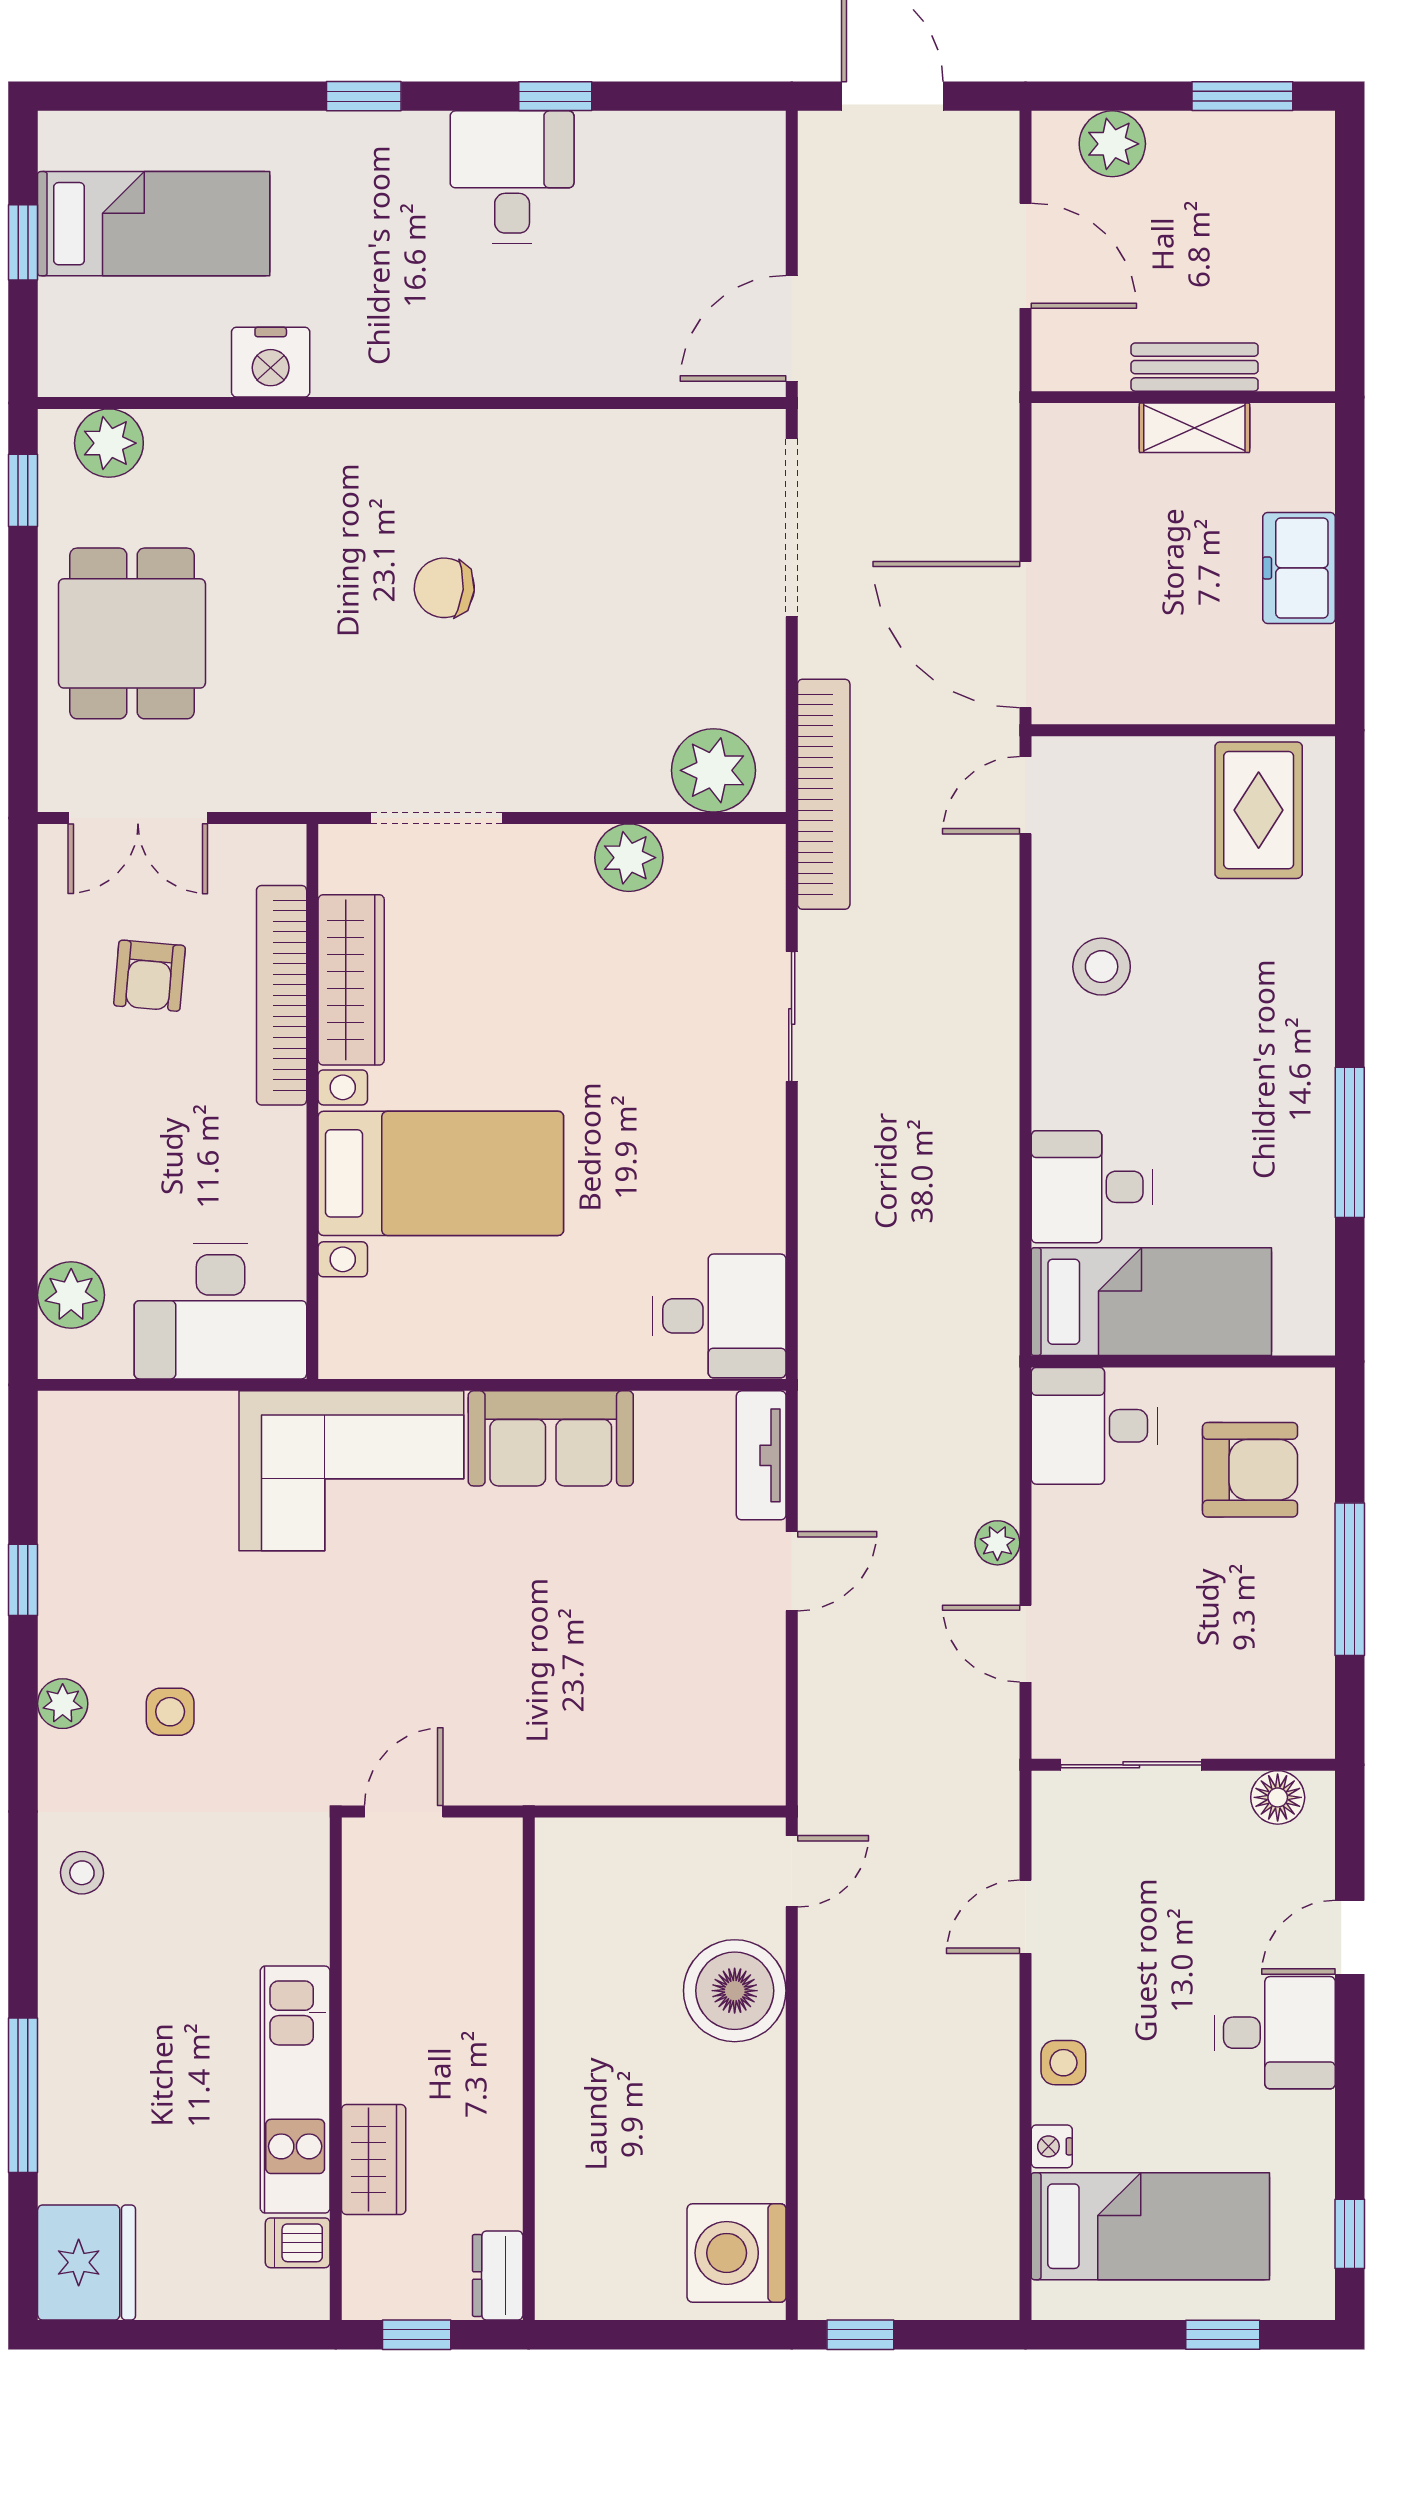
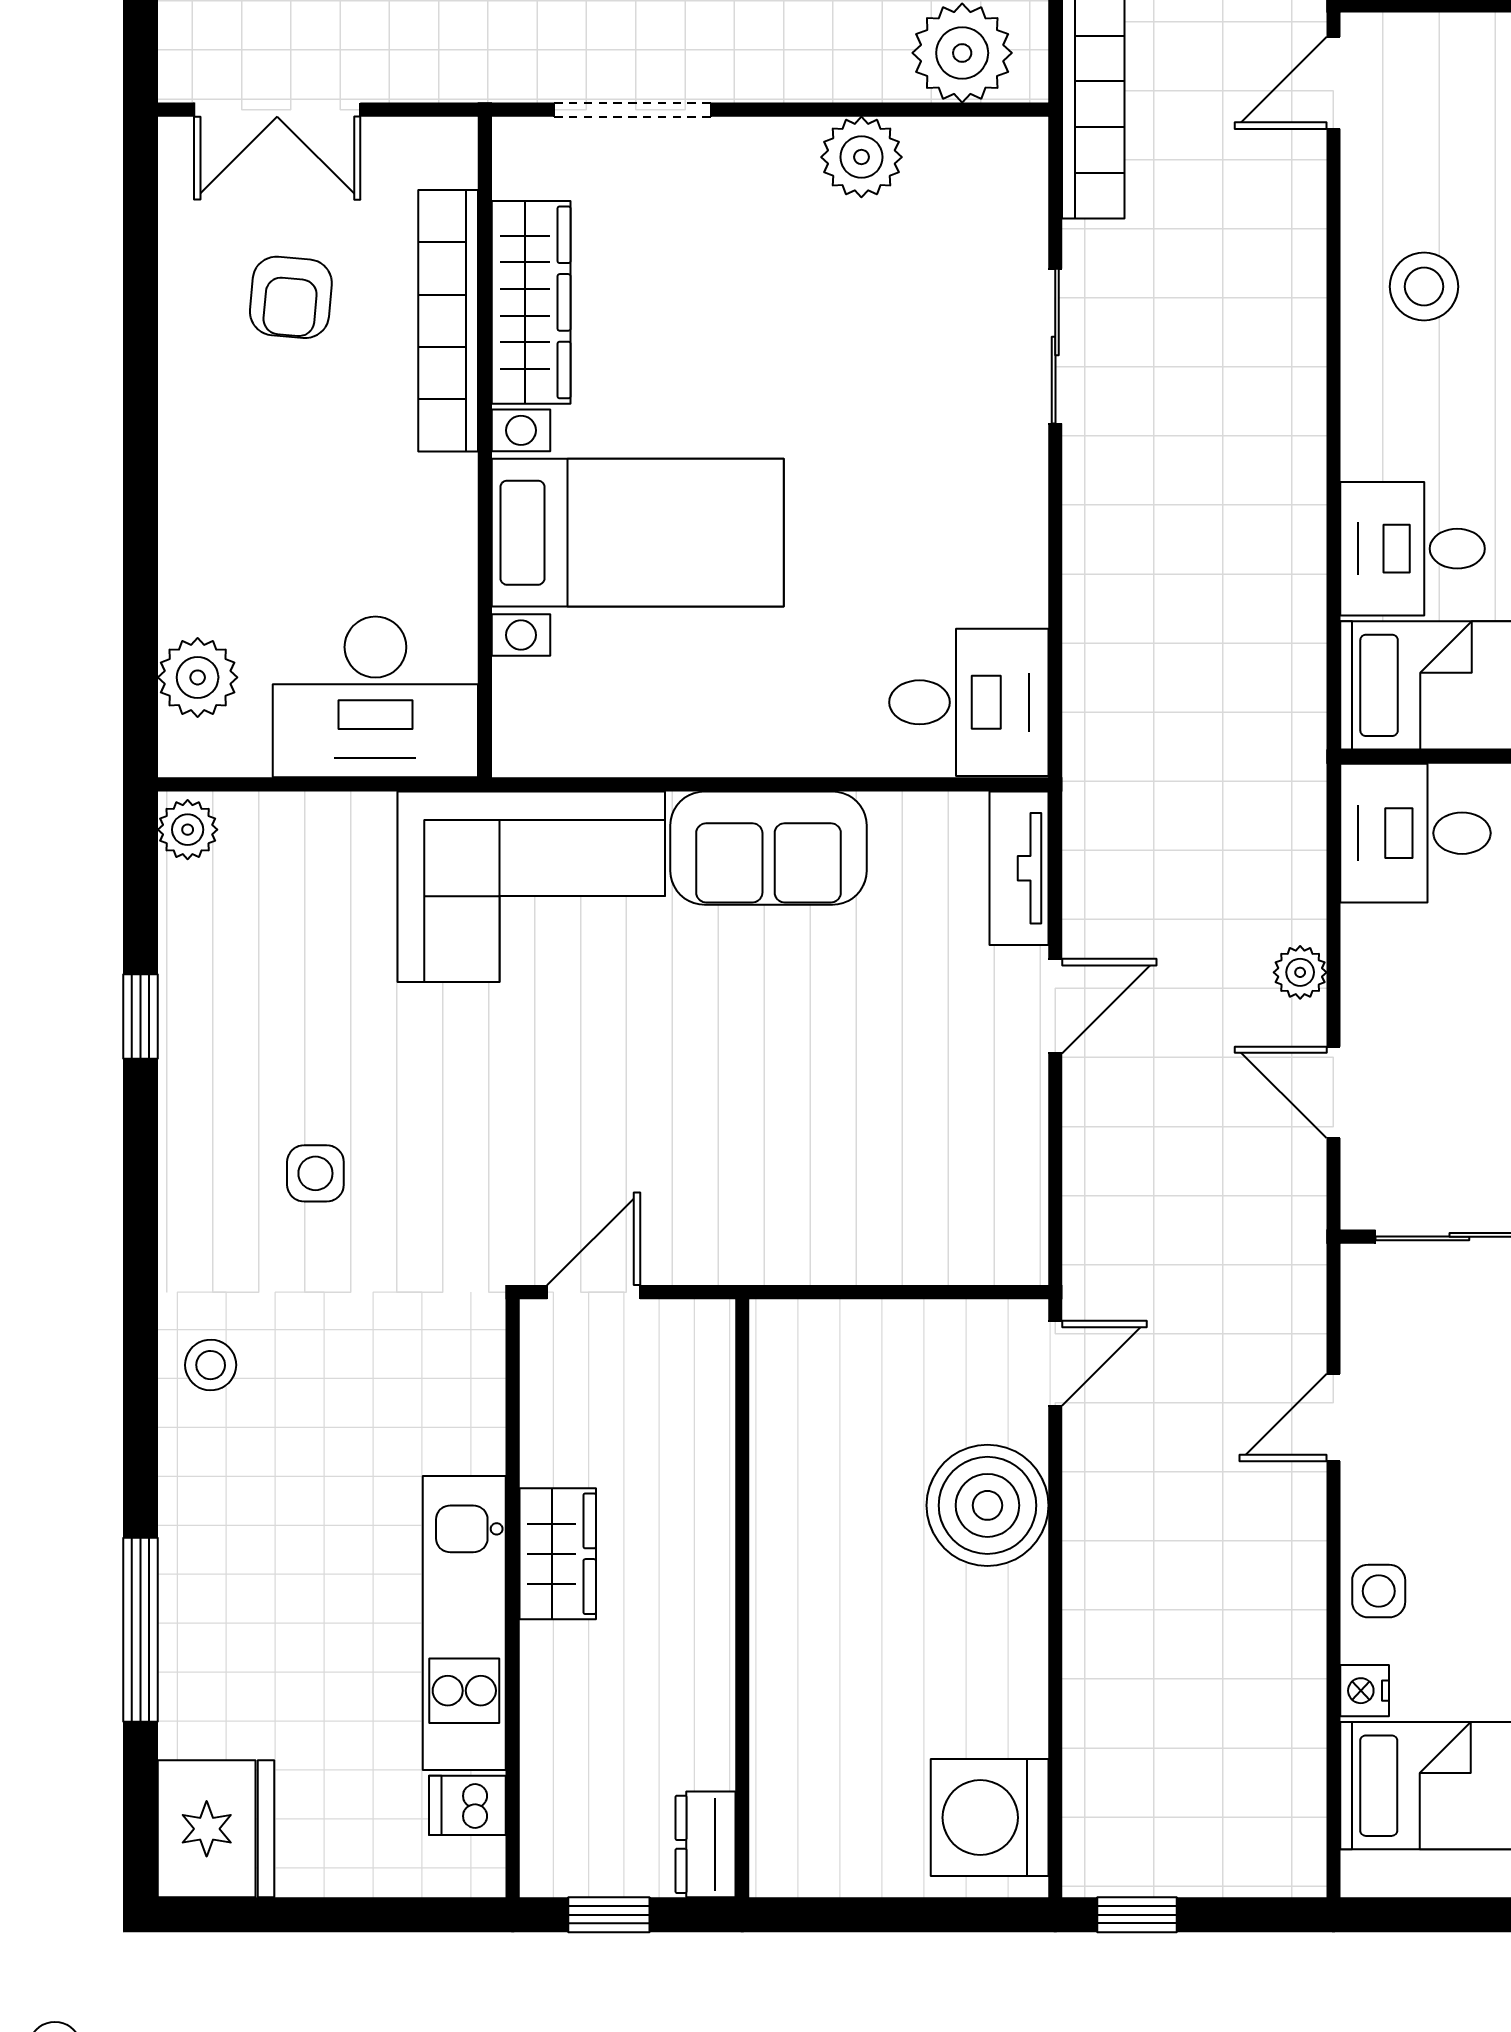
plant: (63, 1704) -> (188, 830), moved
wardrobe: (374, 2160) -> (558, 1554), moved

